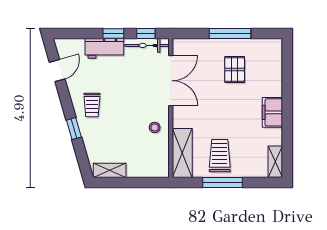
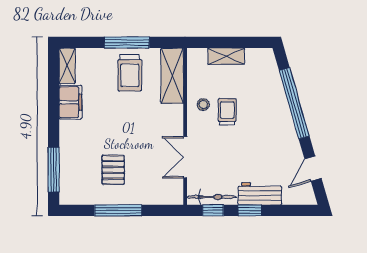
window: (287, 70) -> (54, 170), added
double door: (171, 81) -> (185, 157), width x0.73
trolley: (92, 105) -> (227, 112), moved
filing cabinet: (272, 112) -> (70, 102), moved
window: (74, 129) -> (294, 103), width x3.17
shelving: (110, 170) -> (226, 56), moved

